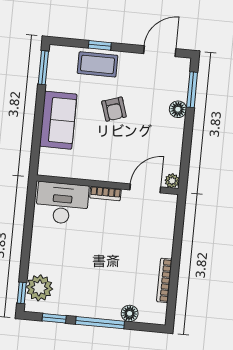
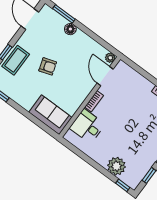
sofa: (58, 120) -> (50, 115), moved
desk: (62, 203) -> (87, 126), width x0.73
plant: (39, 288) -> (116, 166), moved

